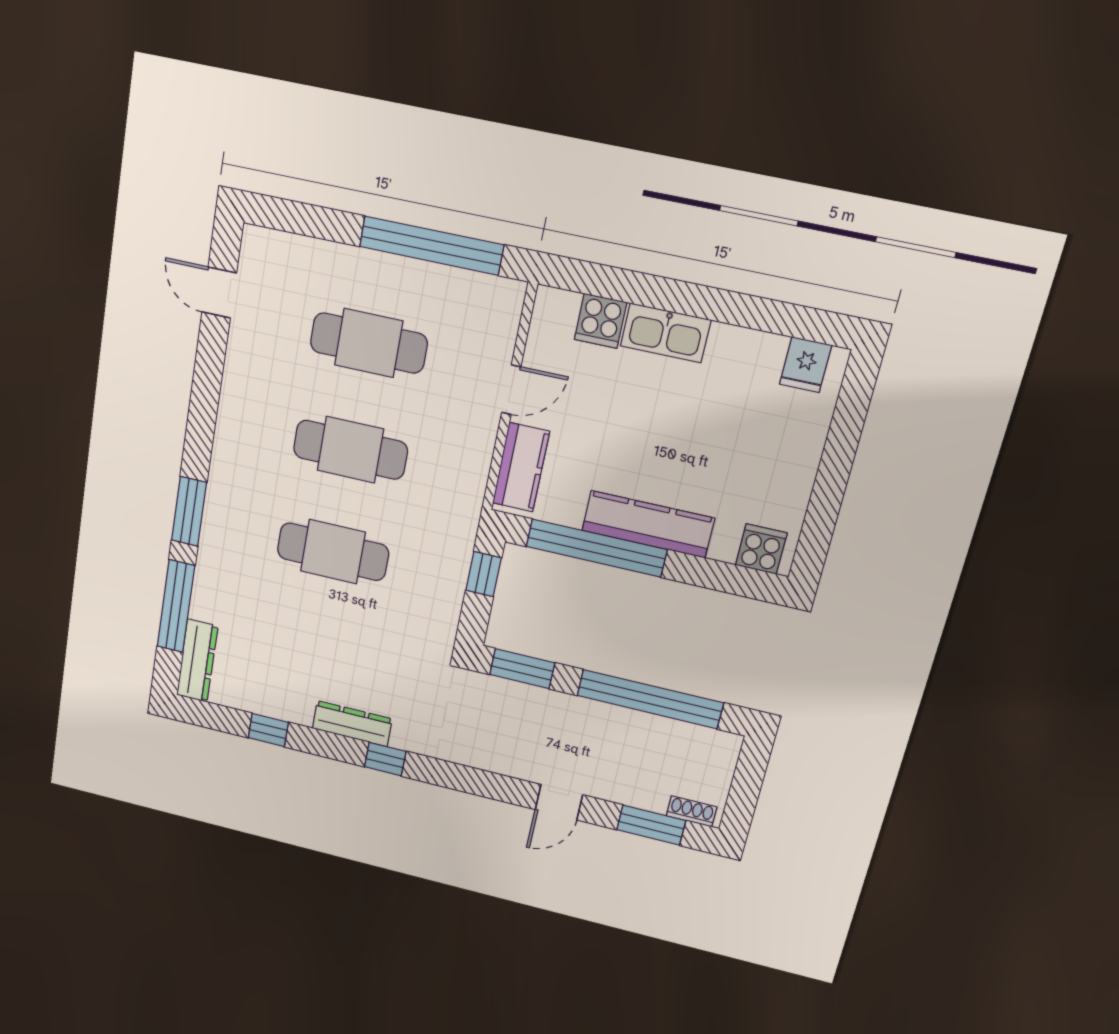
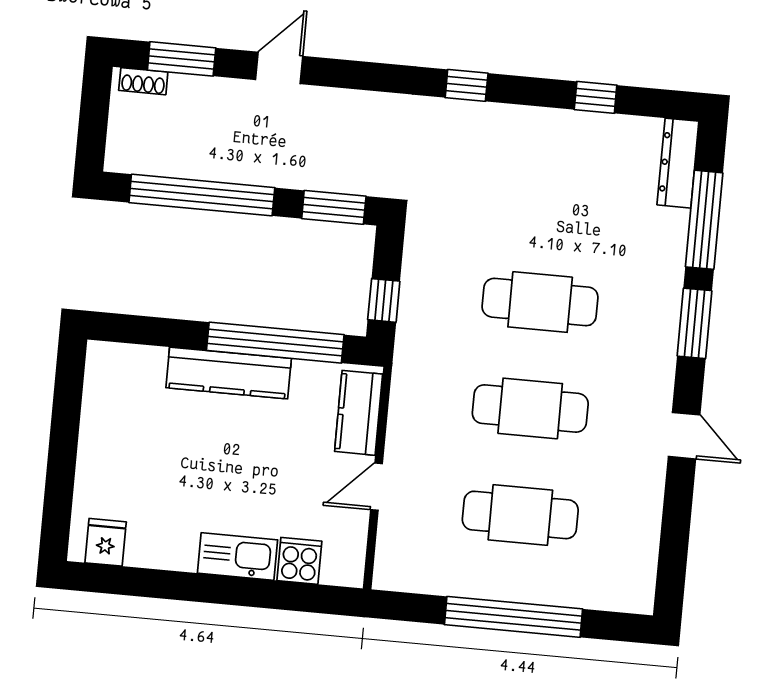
window: (431, 246) -> (514, 617), moved
door: (219, 293) -> (684, 436), moved
cooker: (761, 549) -> (118, 363), removed
dresser: (352, 724) -> (505, 119), removed

